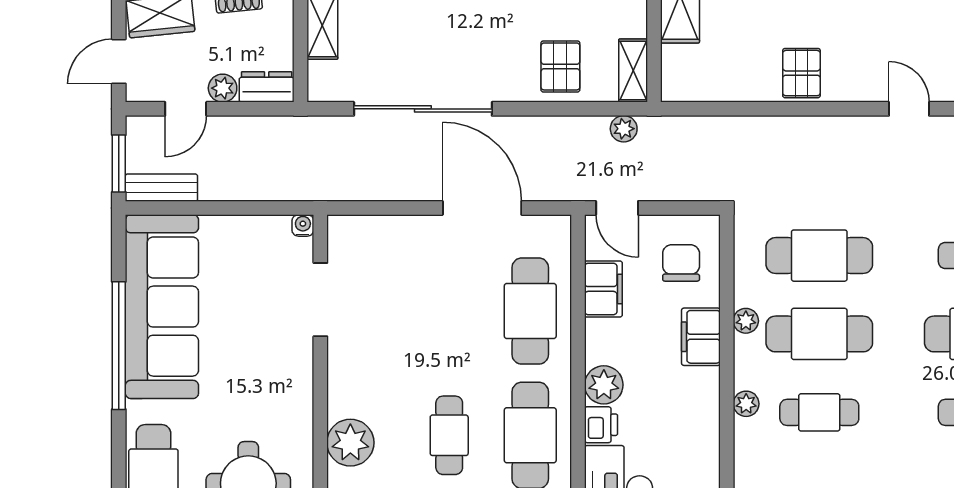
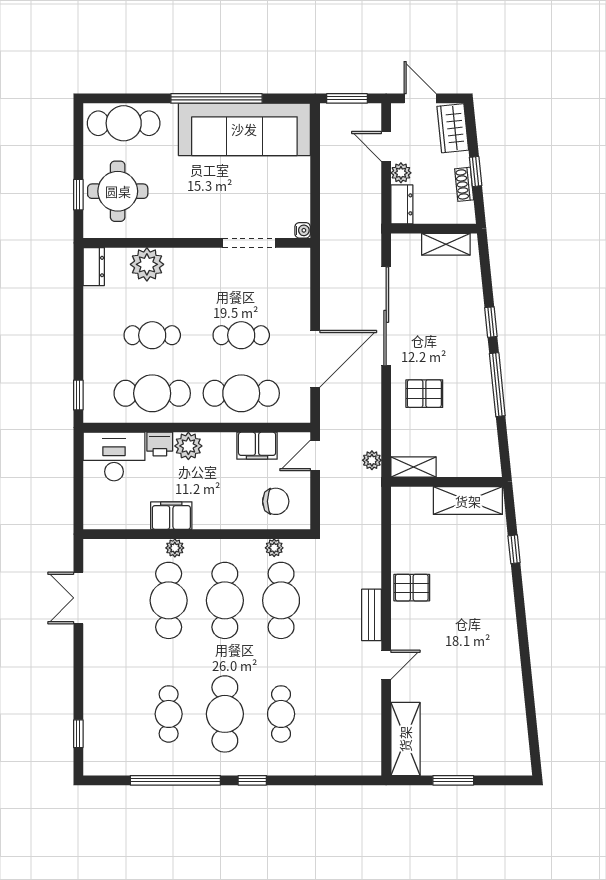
pallet: (560, 66) -> (424, 394), moved
bench: (161, 188) -> (372, 615), moved
cafe table: (449, 311) -> (241, 335), added
plant: (746, 321) -> (274, 548), moved
filing cabinet: (701, 337) -> (171, 516), moved
cafe table: (819, 412) -> (169, 600), width x1.37, depth x1.35

